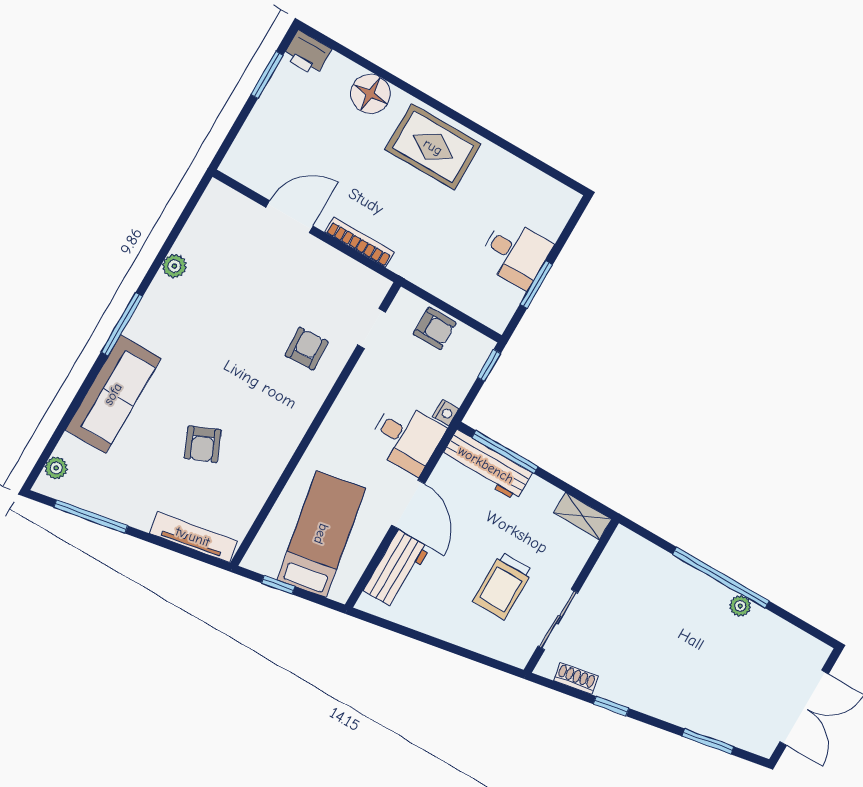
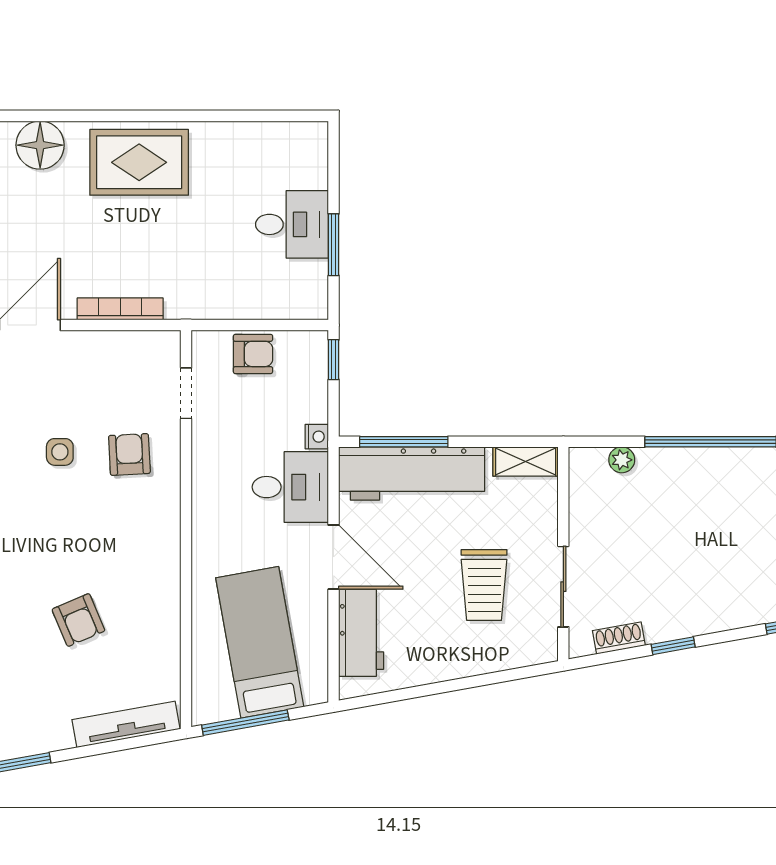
side table: (259, 318) -> (60, 452), added
workbench: (486, 465) -> (412, 473), width x1.36, depth x1.32
window: (278, 585) -> (245, 723), width x2.17
plant: (740, 606) -> (622, 460), moved

